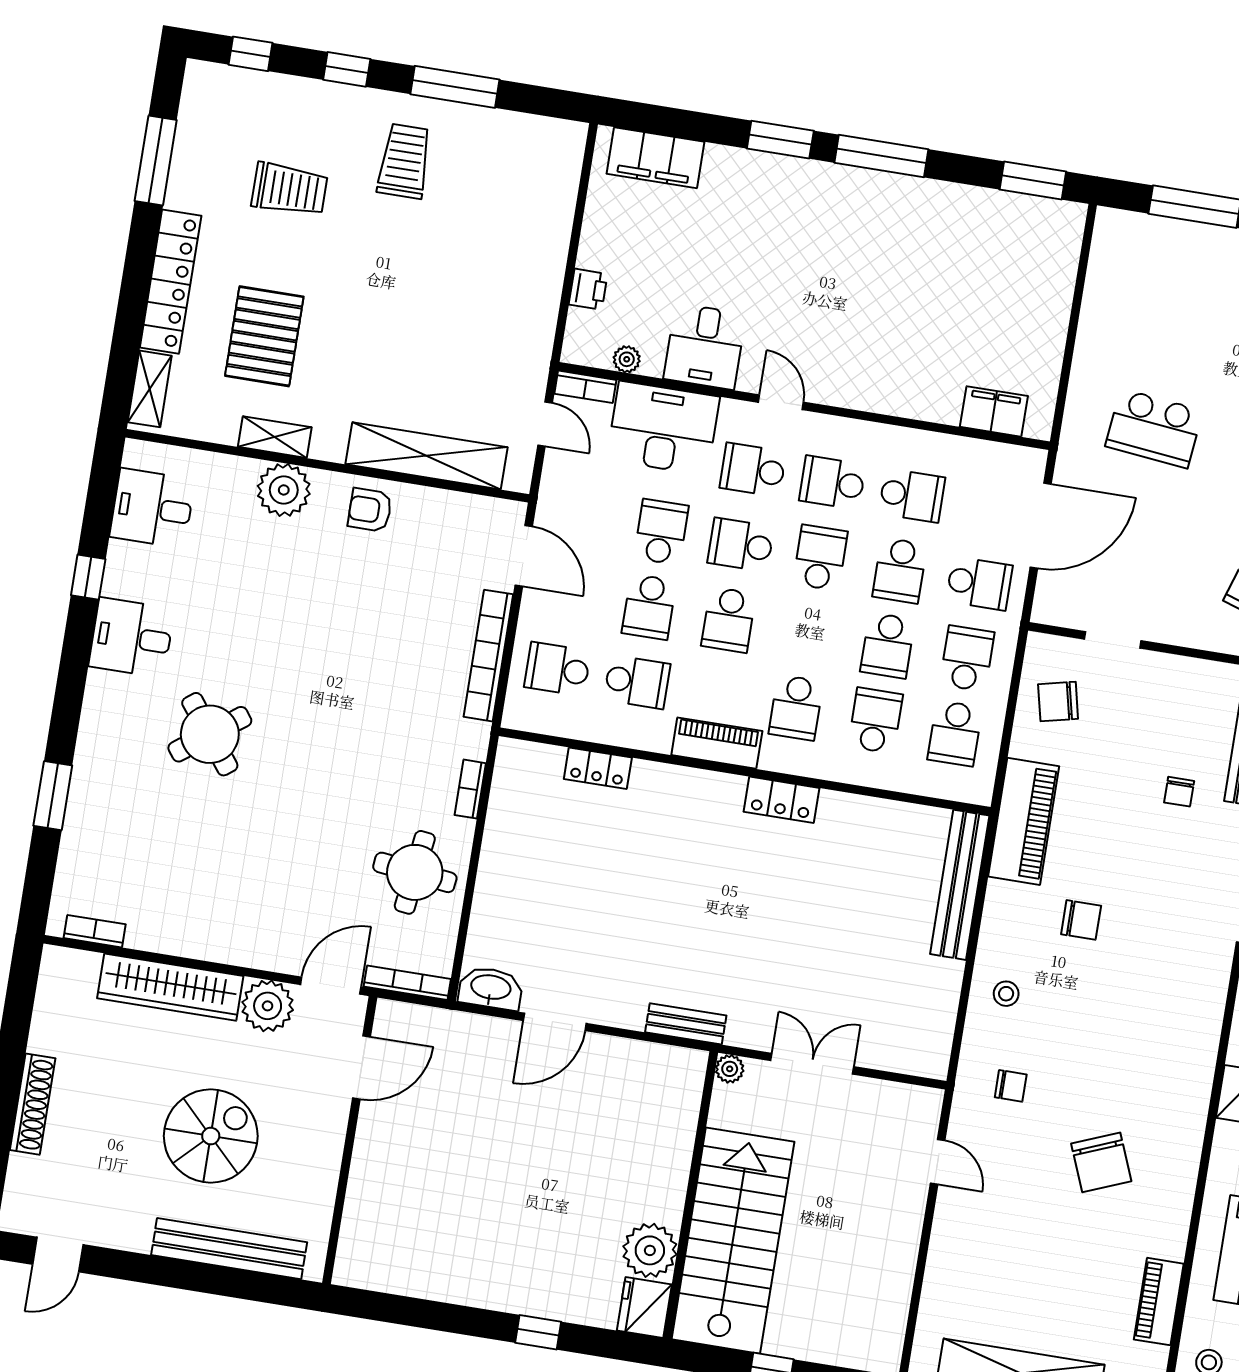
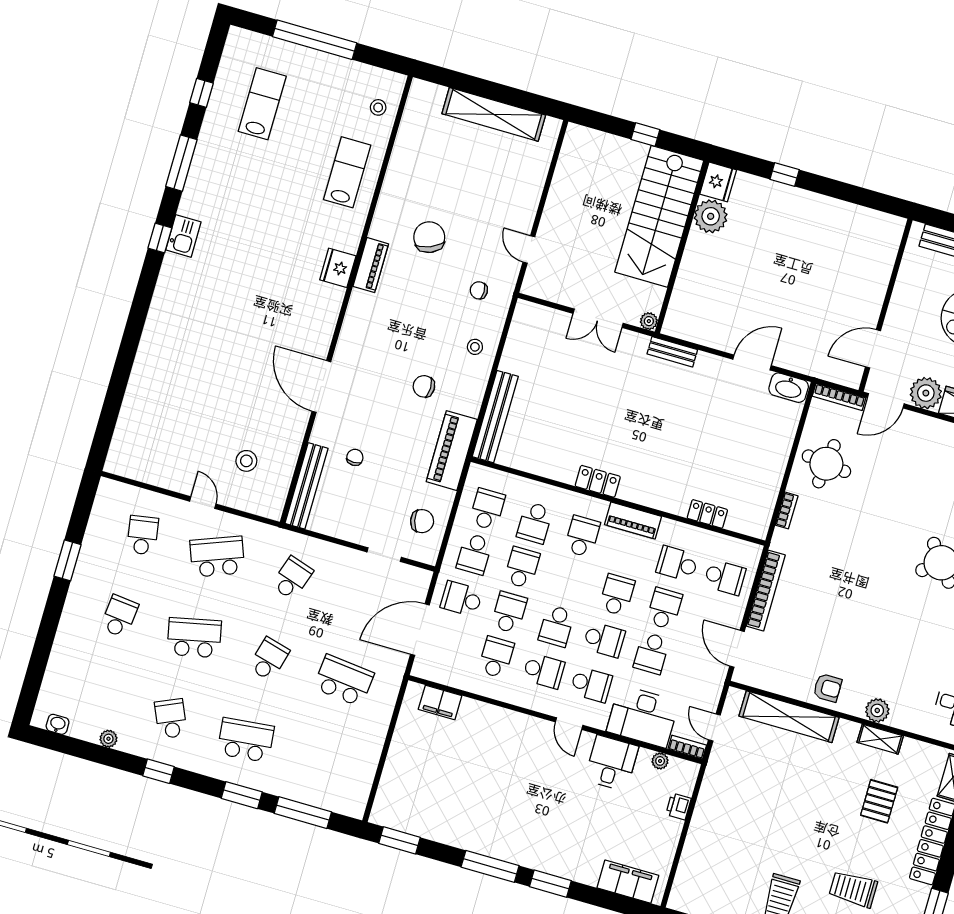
pallet: (264, 336) -> (879, 801), width x0.67, depth x0.71
plant: (284, 490) -> (877, 710), width x0.73, depth x0.73
school desk: (912, 496) -> (496, 657), turned 90
piano: (1159, 1302) -> (371, 265), moved

